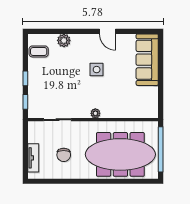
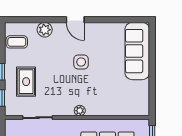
door: (108, 31) -> (75, 20), moved
rug: (47, 87) -> (26, 82), added

